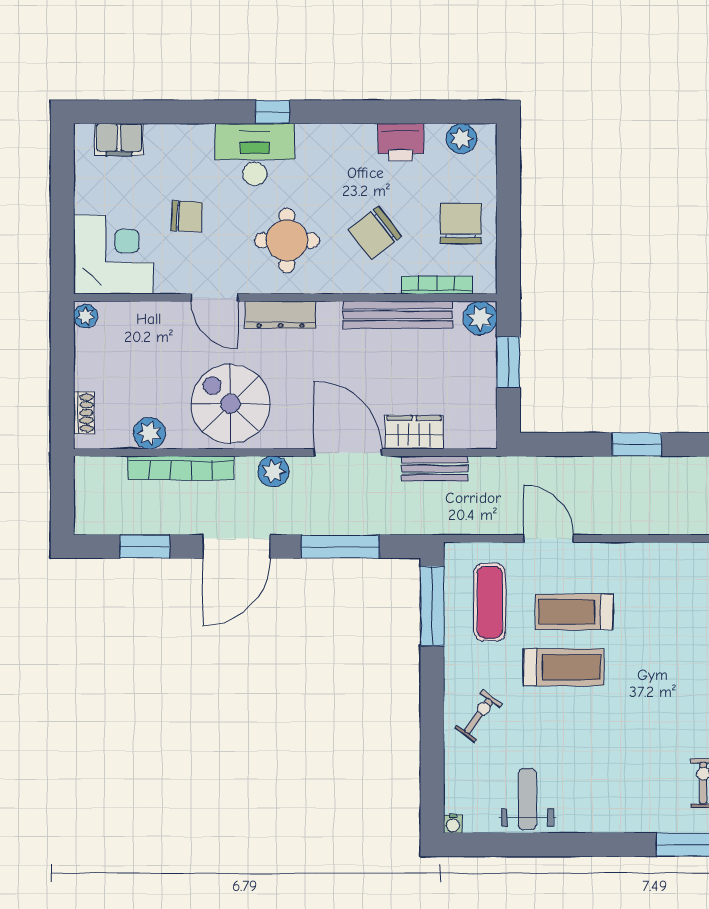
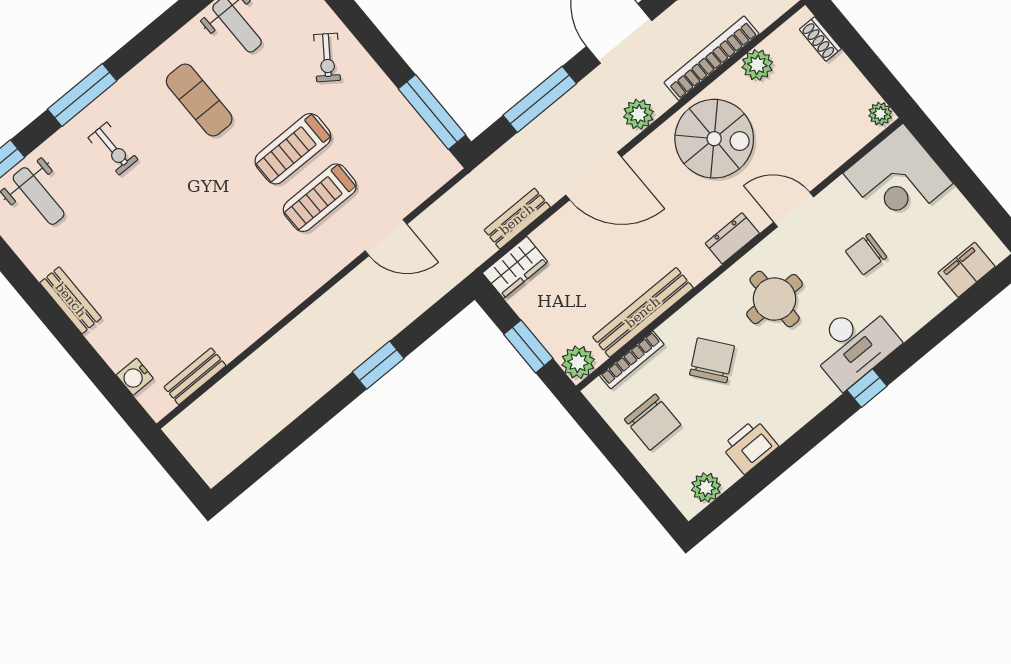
dresser: (281, 315) -> (732, 238), width x0.70
wardrobe: (414, 432) -> (515, 267), moved
exercise mat: (490, 602) -> (199, 100), moved
treadmill: (574, 612) -> (320, 198), turned 180

